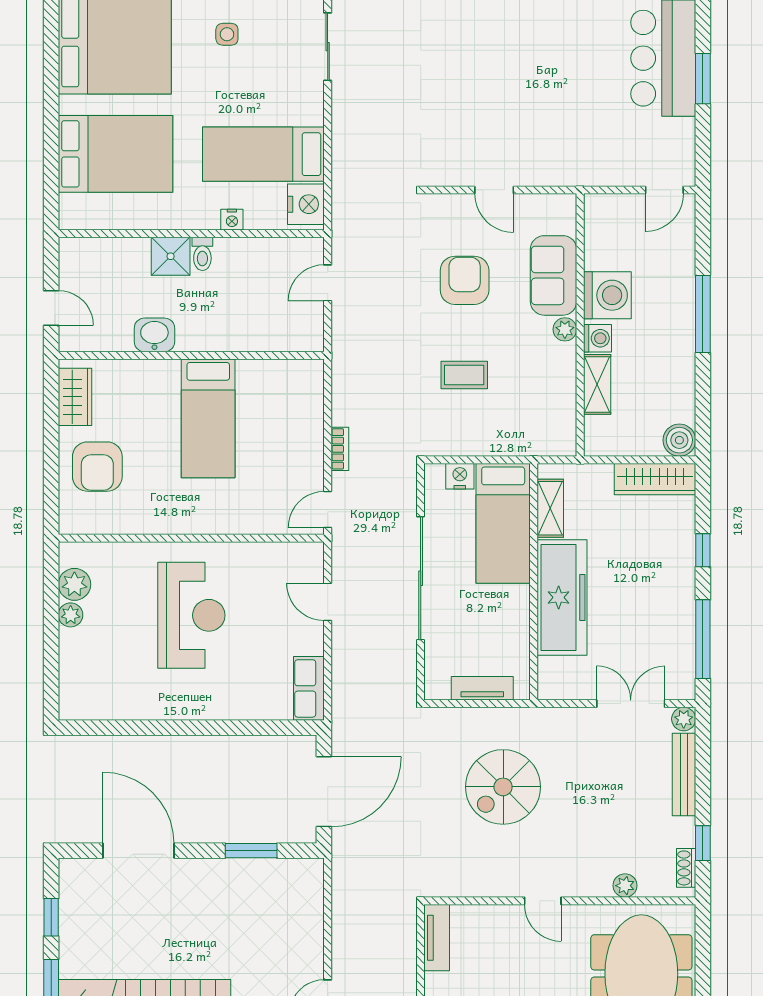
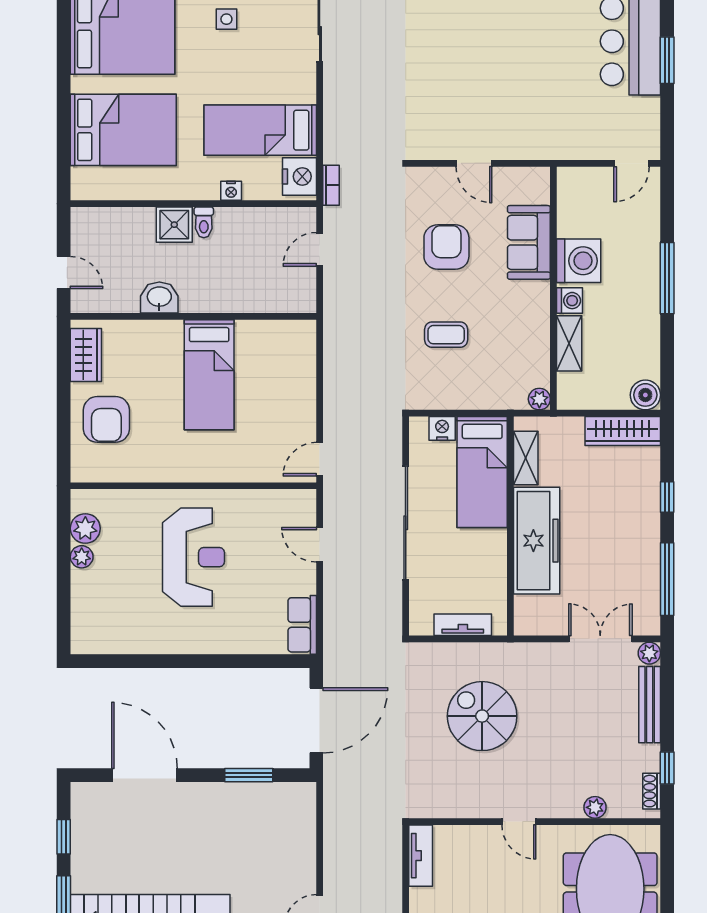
plant: (565, 329) -> (539, 399), moved
bookcase: (340, 449) -> (331, 185), moved
spiral stairs: (503, 787) -> (482, 716), turned 90

